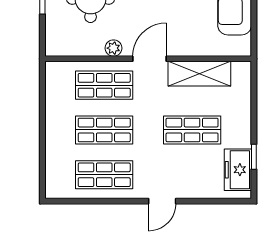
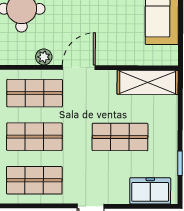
shelving: (199, 74) -> (148, 82), moved
freezer: (238, 170) -> (150, 191), moved, turned 90

